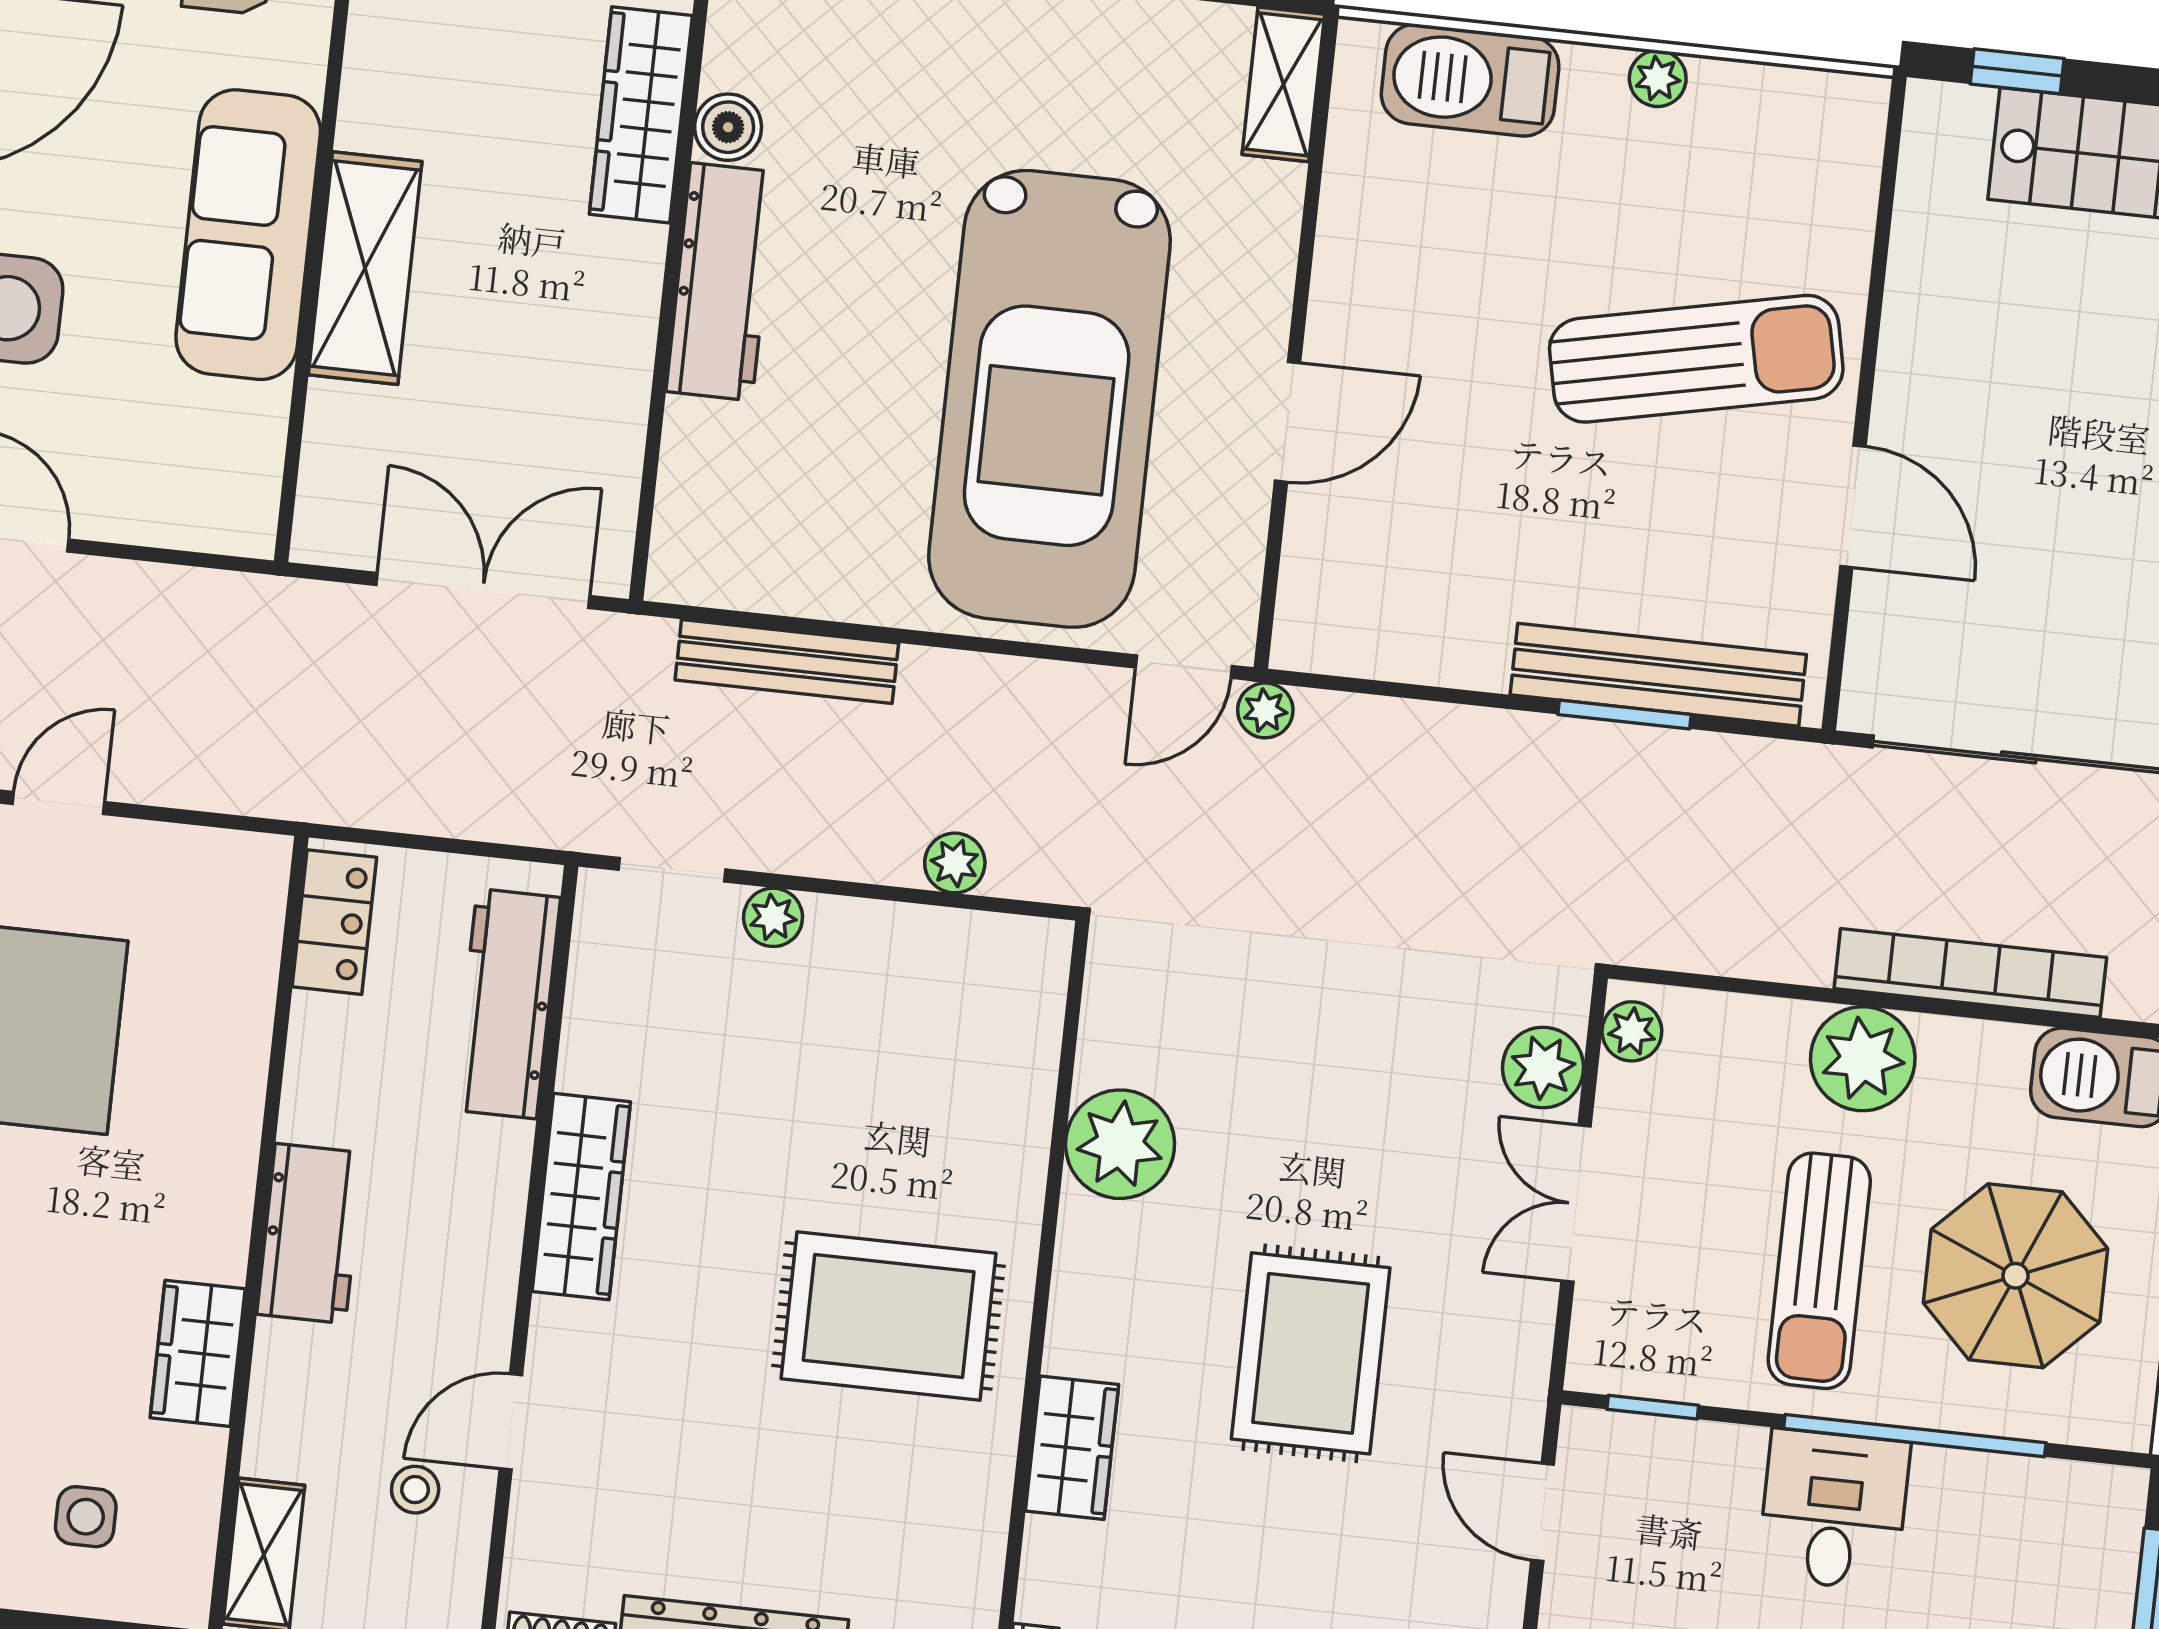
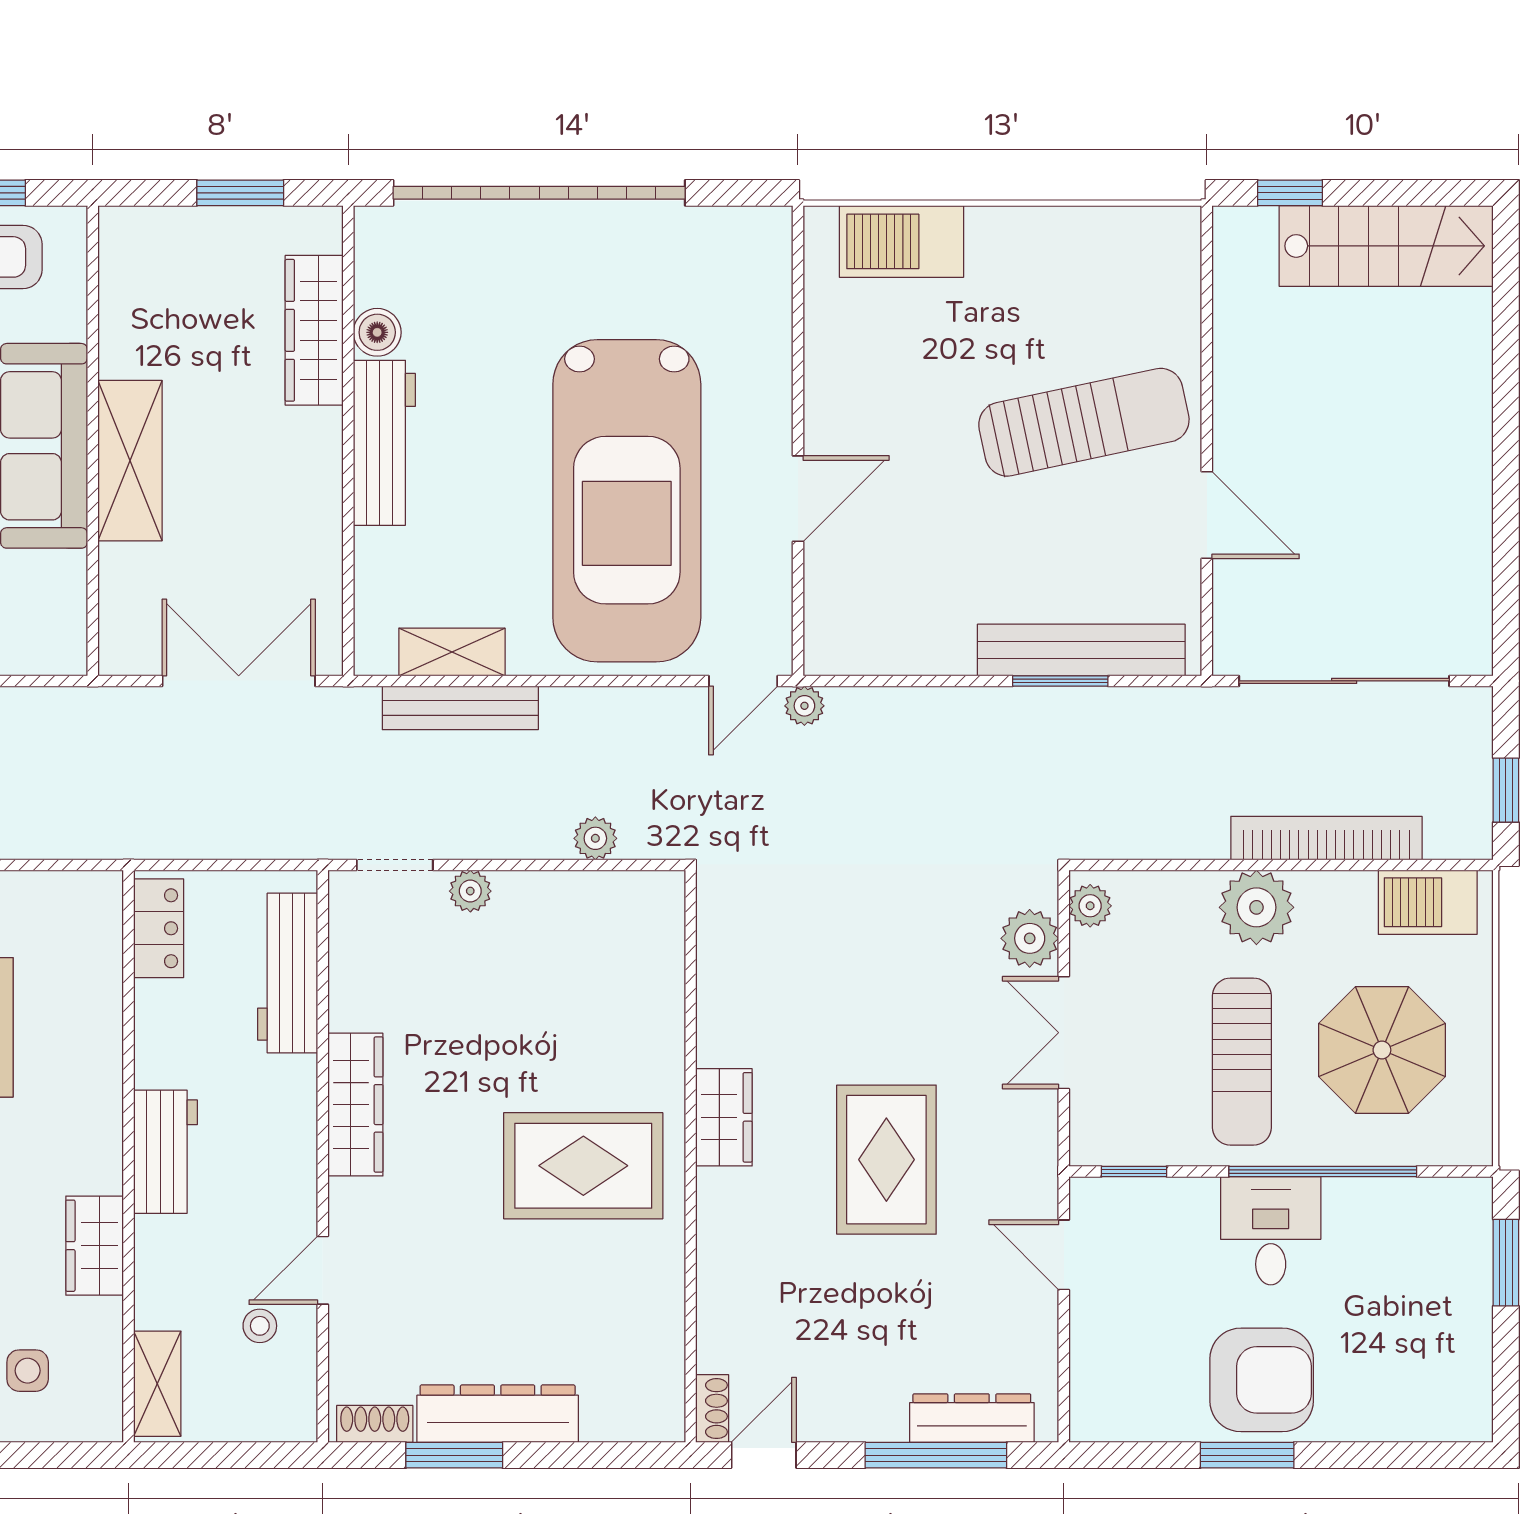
plant: (1658, 78) -> (1035, 226), removed
shelving: (1283, 84) -> (452, 652), moved, turned 90
plant: (1120, 1144) -> (735, 1026), removed
wardrobe: (1072, 1448) -> (724, 1117), moved

